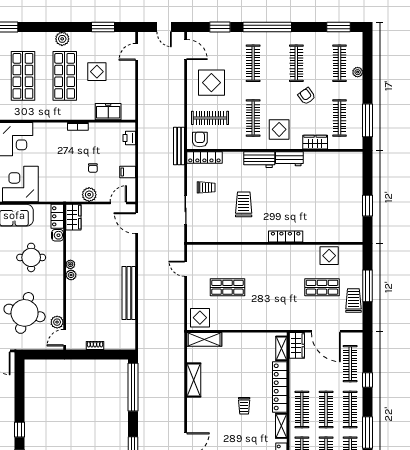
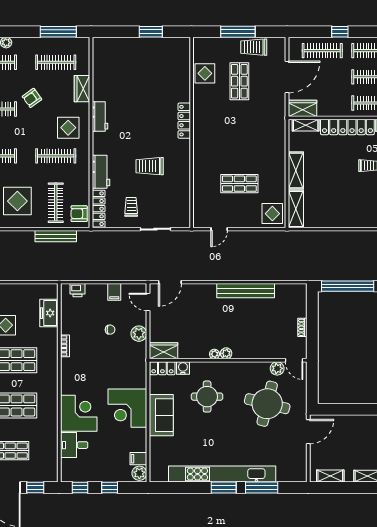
bench: (179, 146) -> (56, 236), moved
workbench: (259, 160) -> (101, 172), moved
shop shelf: (227, 287) -> (239, 184), turned 90
shelving: (194, 380) -> (296, 170), moved, turned 90

